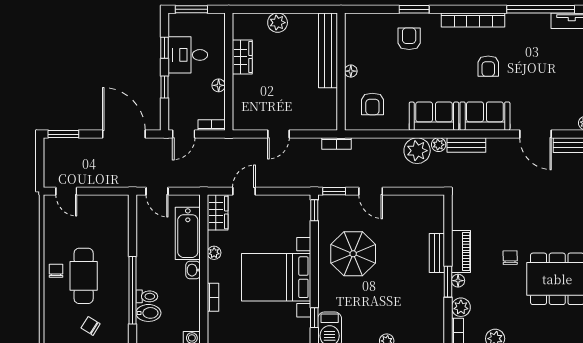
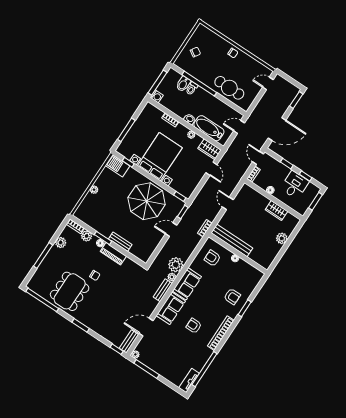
bench: (328, 50) -> (232, 240), moved
parasol: (353, 254) -> (147, 201), width x1.36, depth x1.36
cafe table: (84, 276) -> (229, 88), moved

